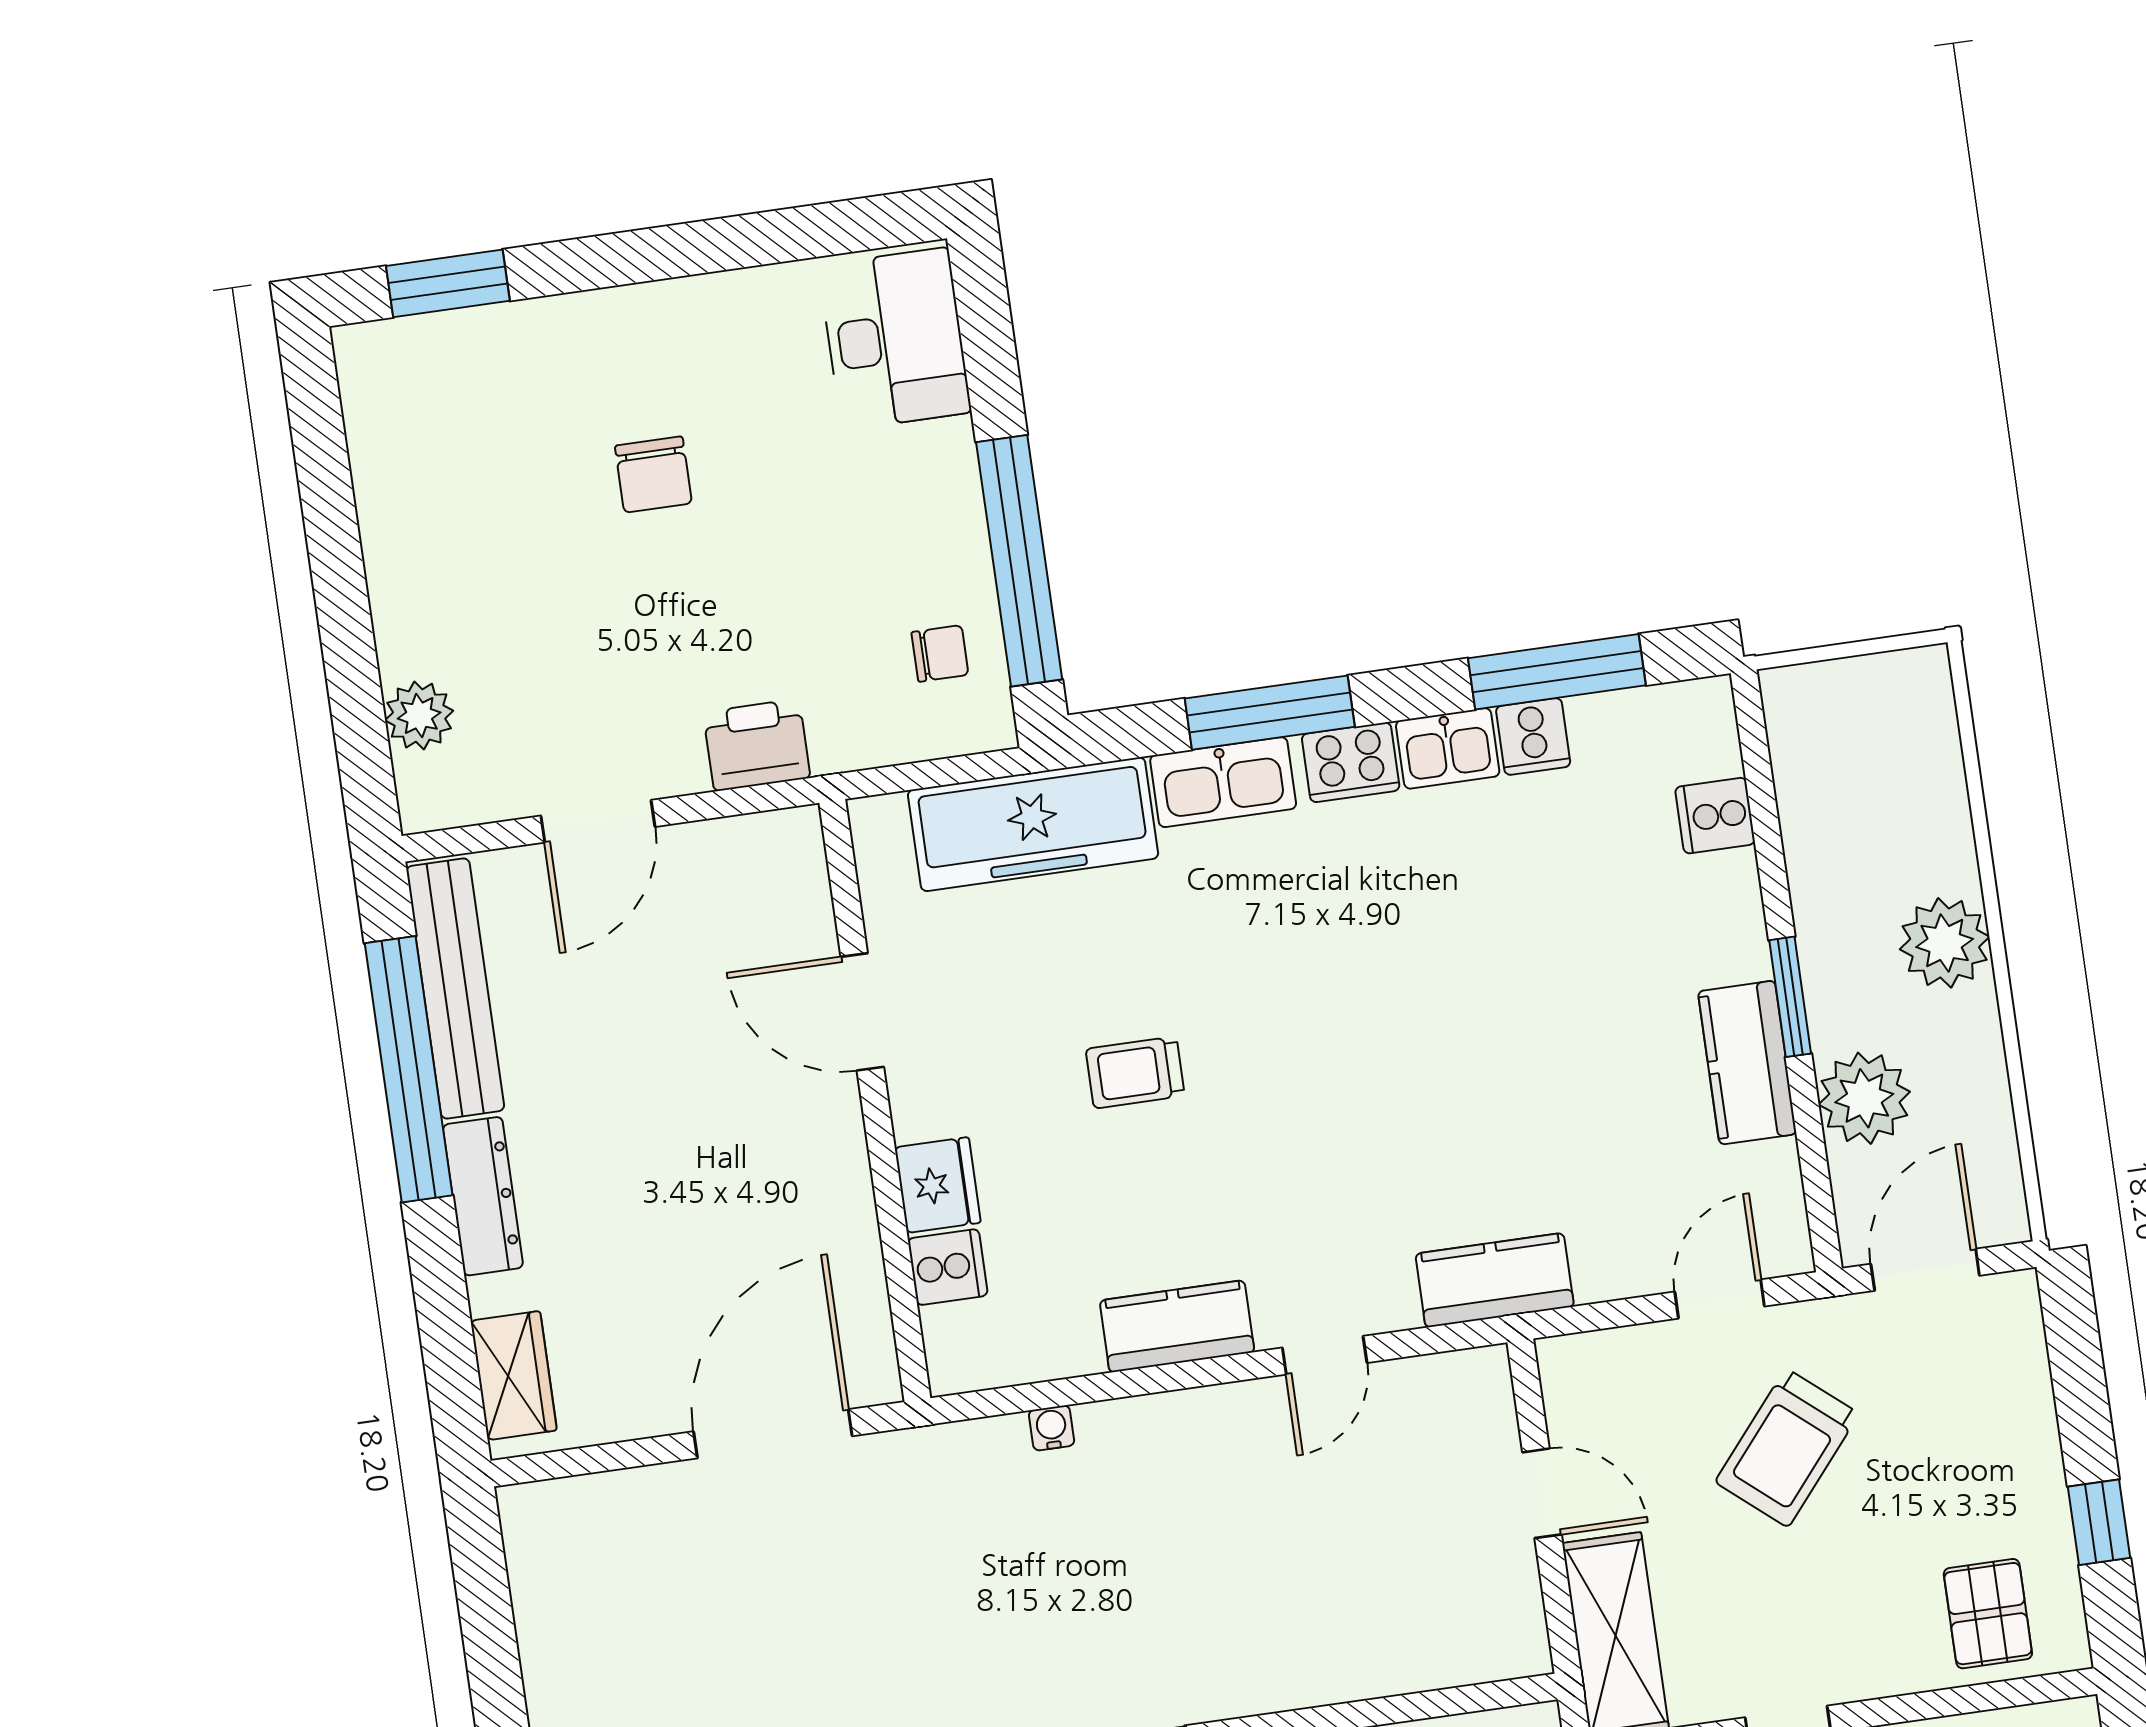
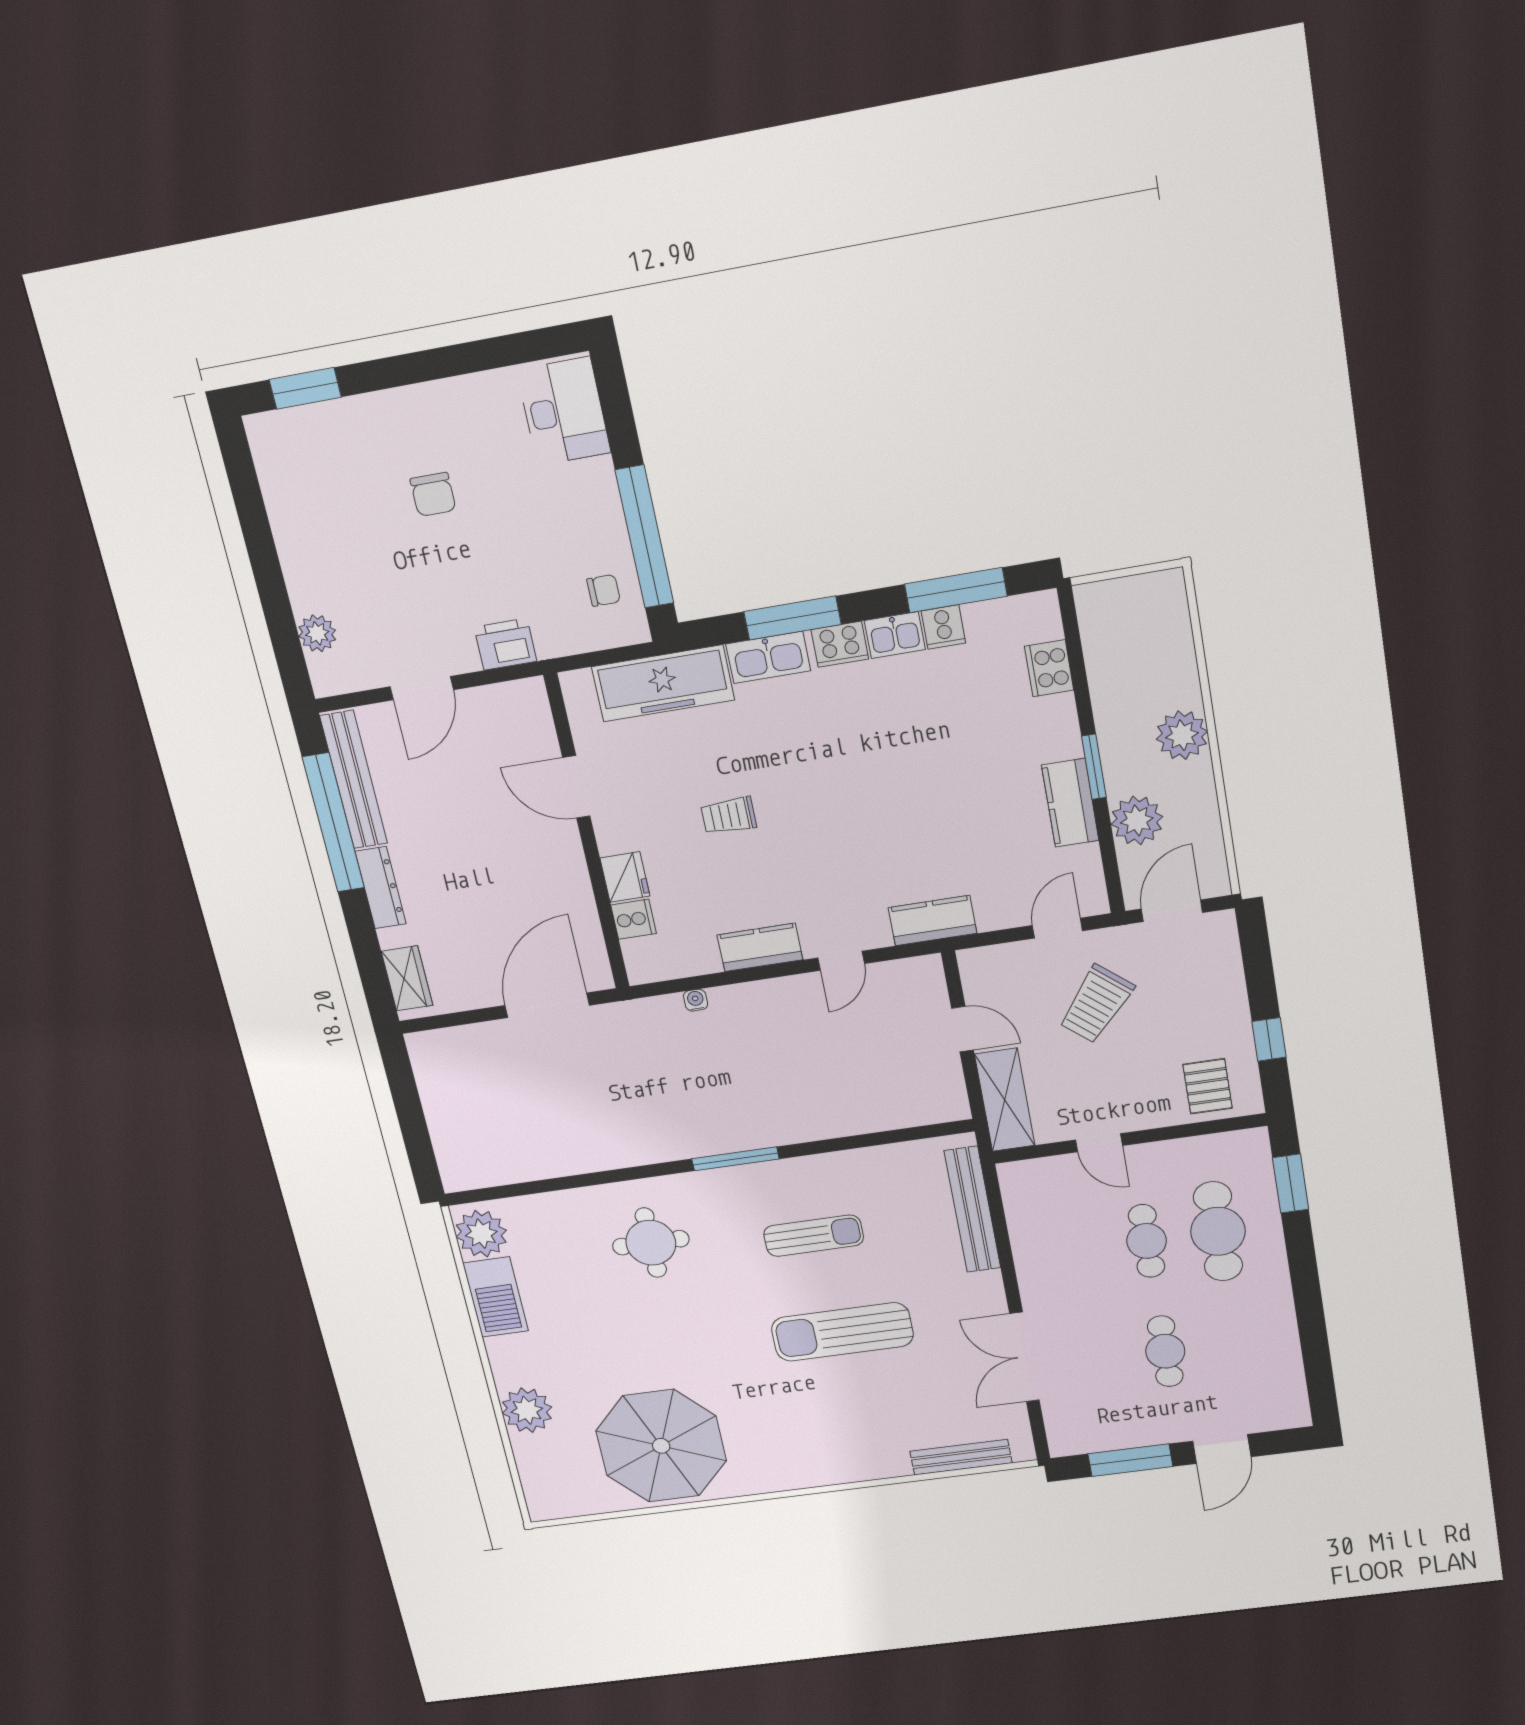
cooker: (1715, 816) -> (1049, 668), width x1.36

